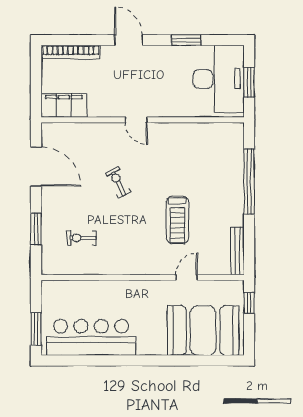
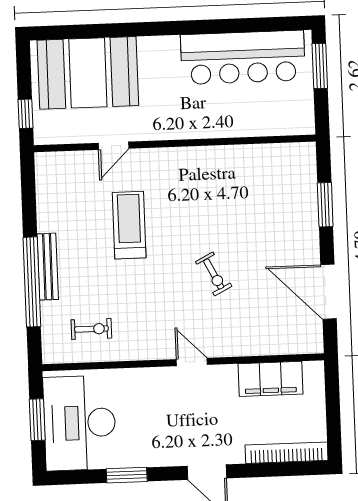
filing cabinet: (64, 105) -> (270, 379), moved
exercise bike: (82, 238) -> (91, 329), moved
bench: (237, 251) -> (48, 267), moved

